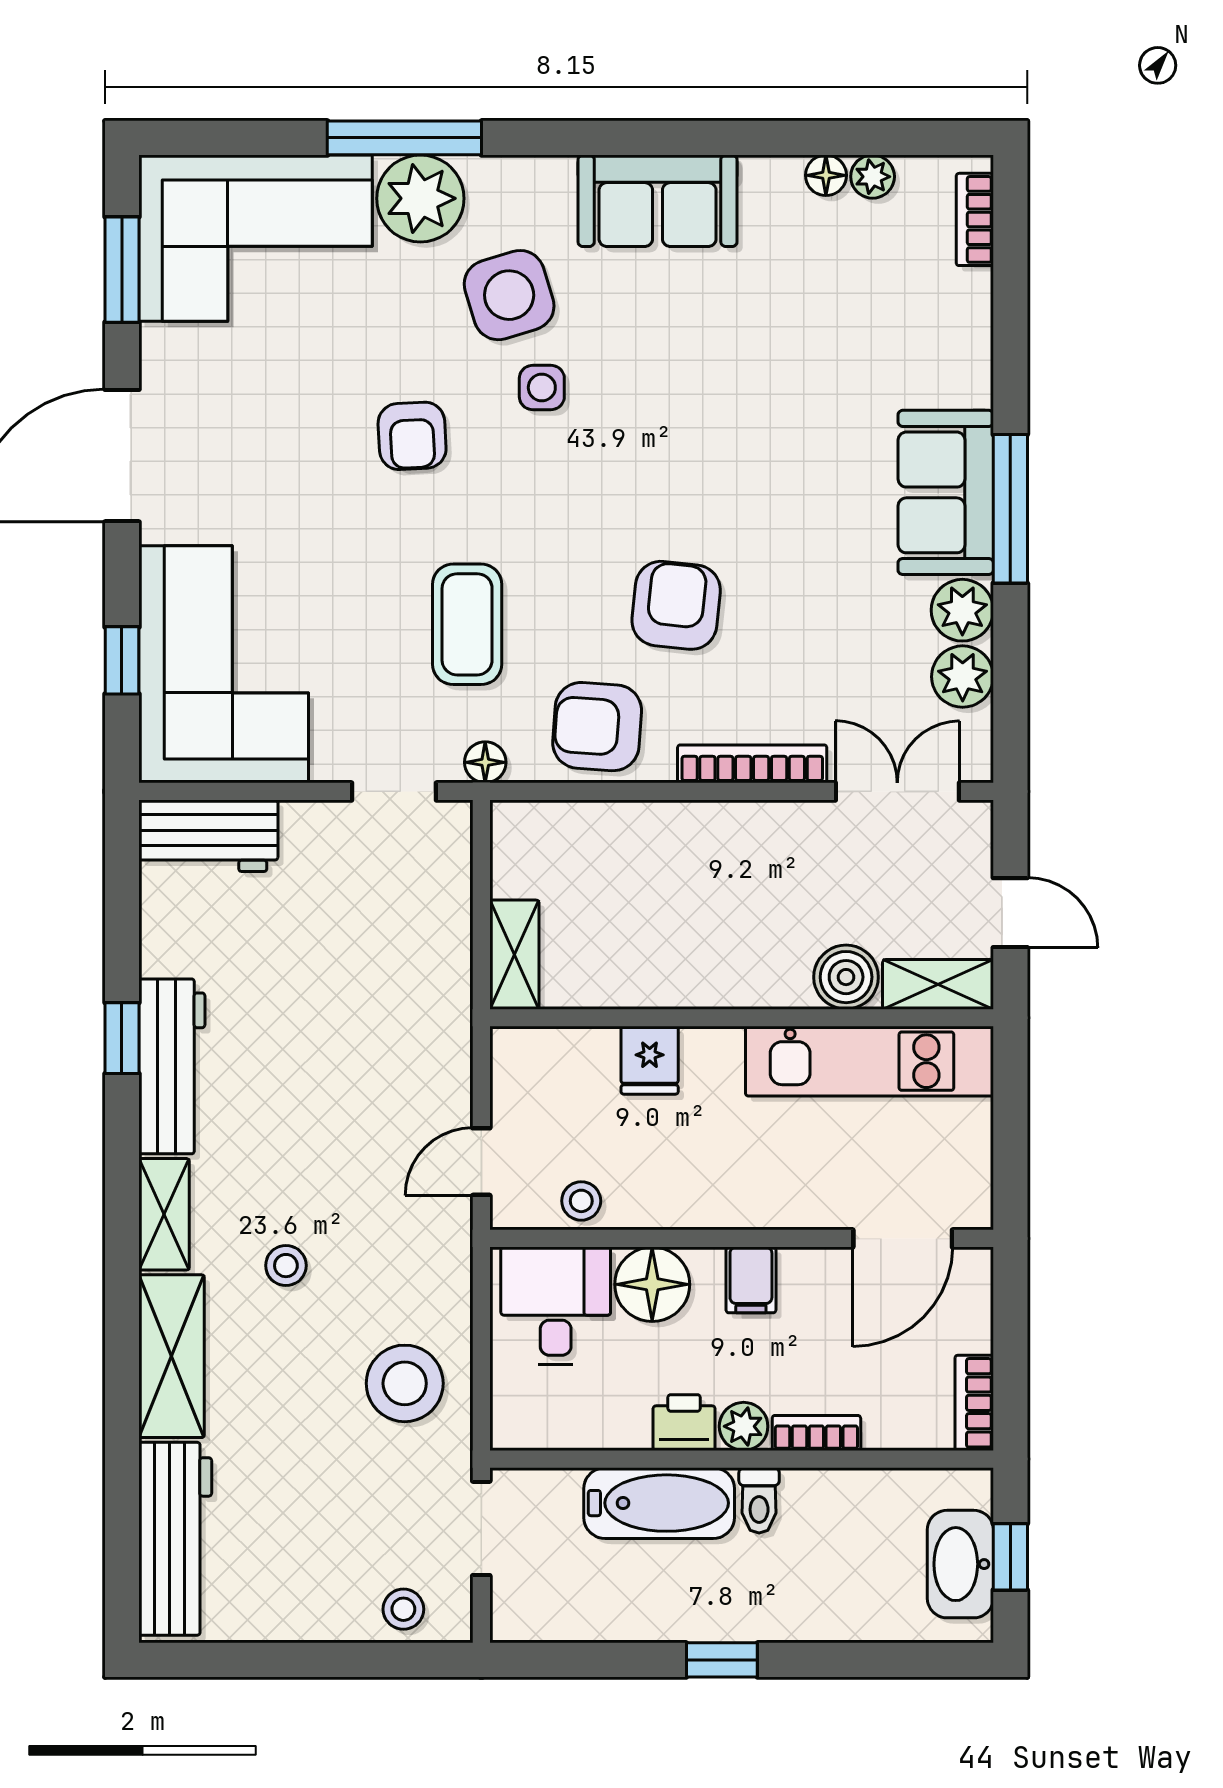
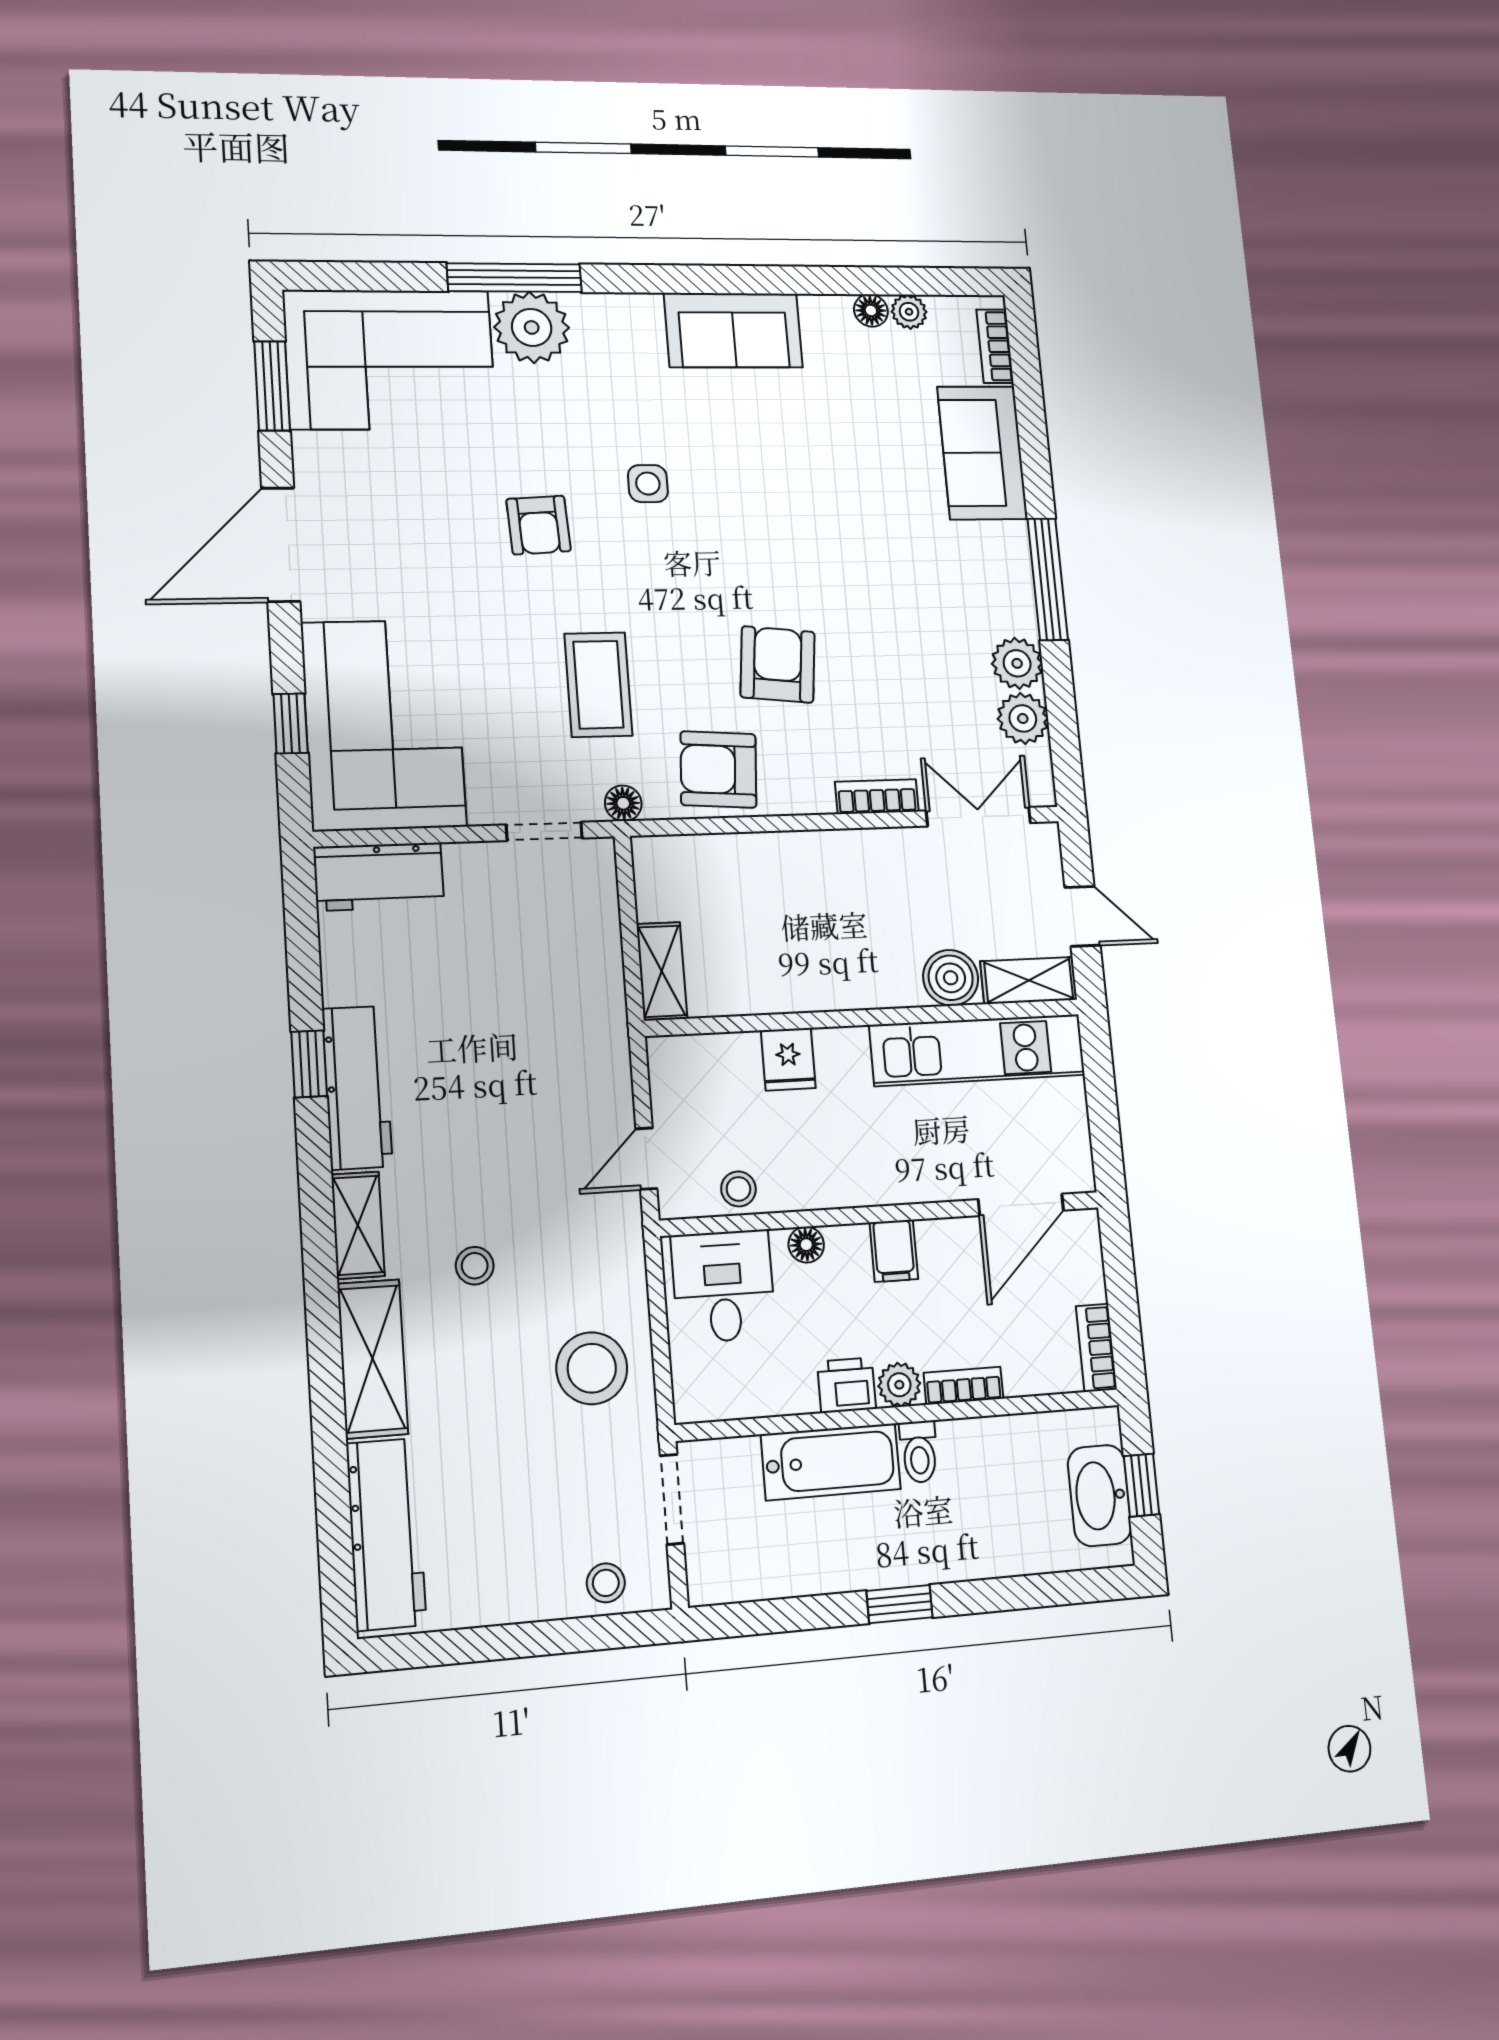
side table: (509, 295) -> (614, 407), removed
sofa: (946, 492) -> (982, 453), moved
bookcase: (752, 764) -> (877, 797), width x0.64
floor lamp: (652, 1284) -> (806, 1245), width x0.53, depth x0.53

